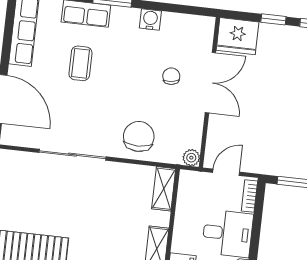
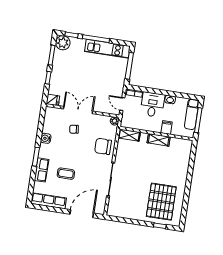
fridge: (238, 36) -> (53, 100), width x0.53, depth x0.75

